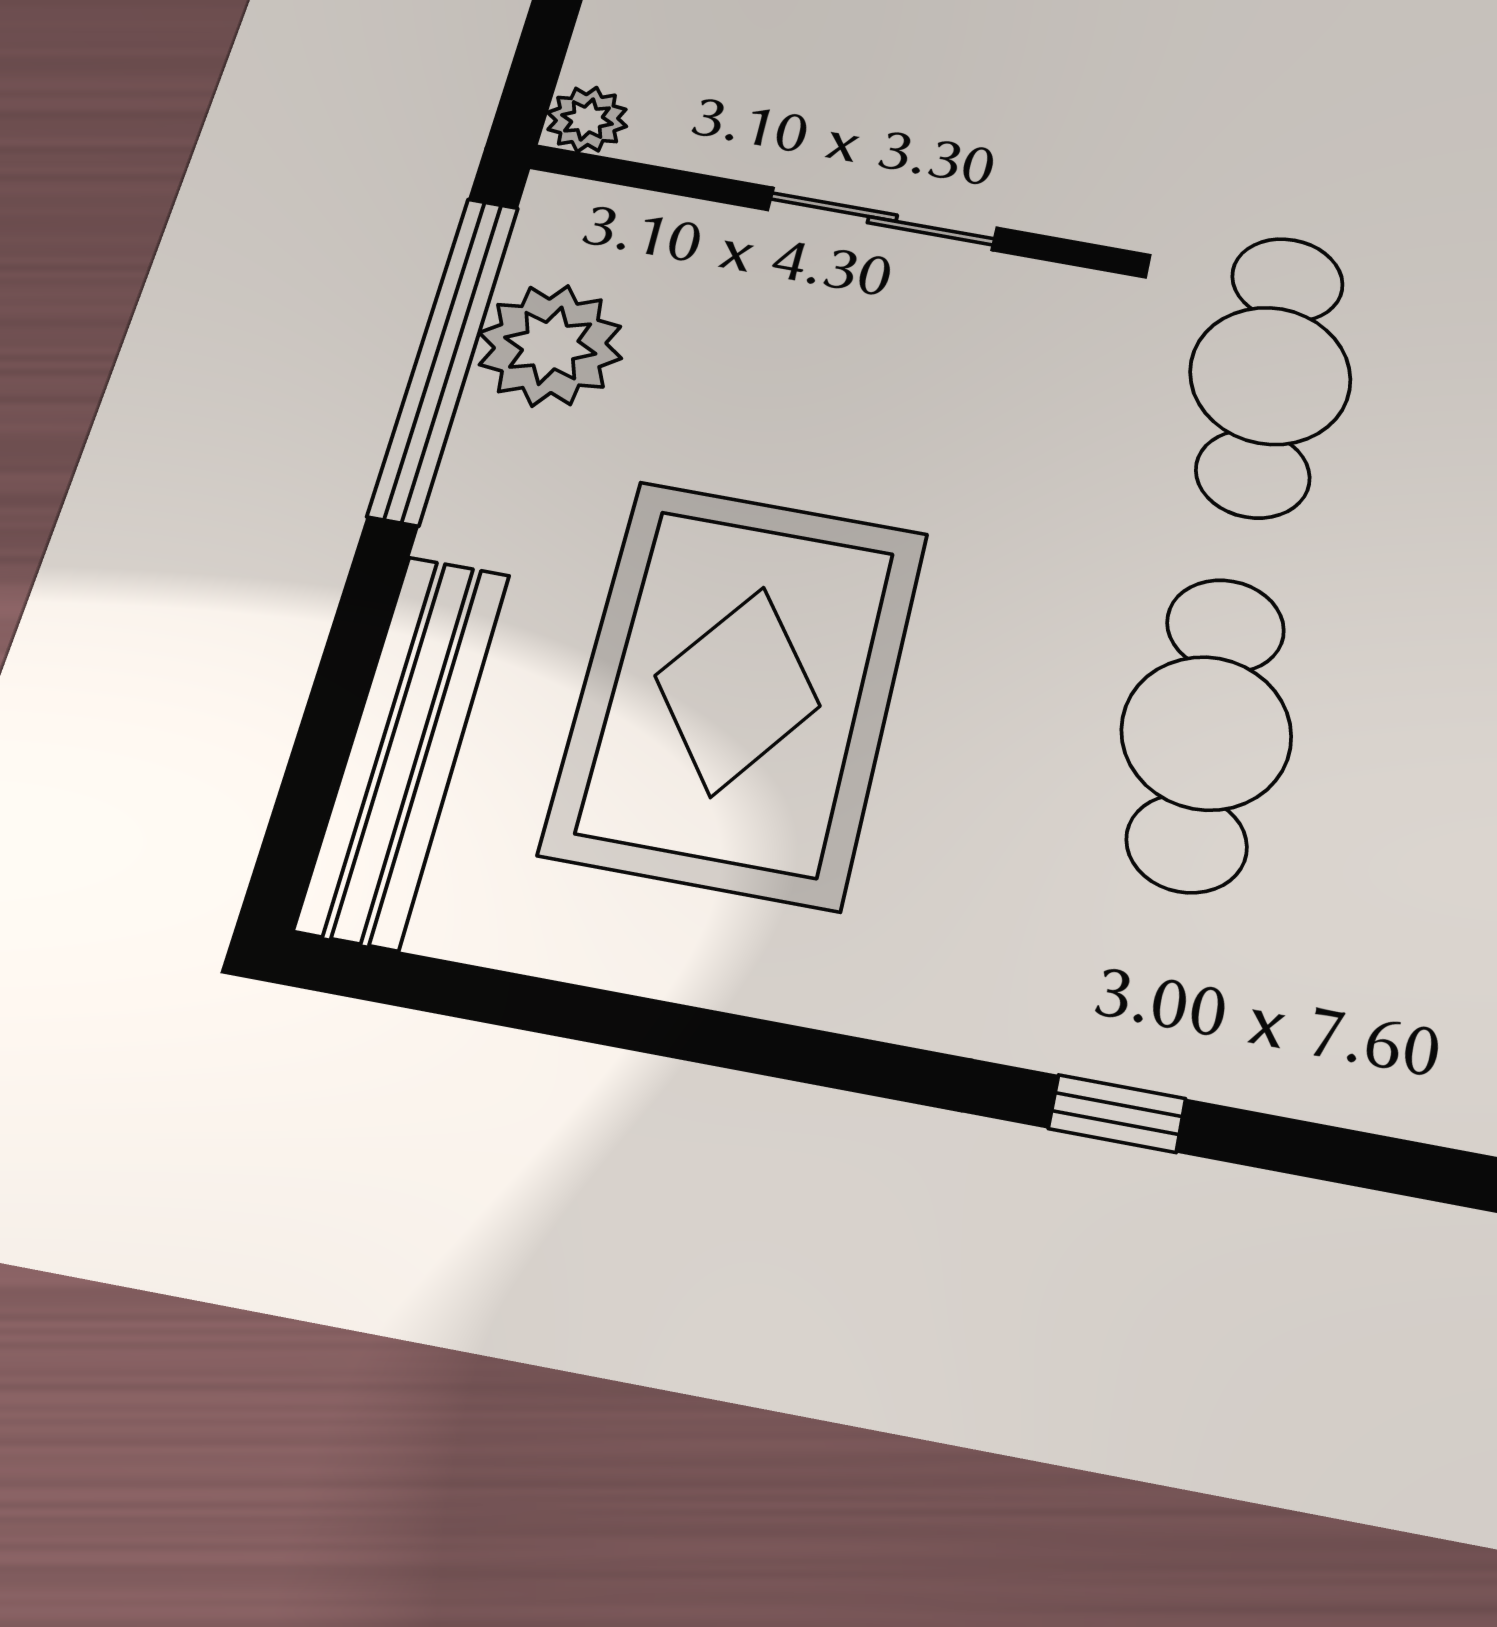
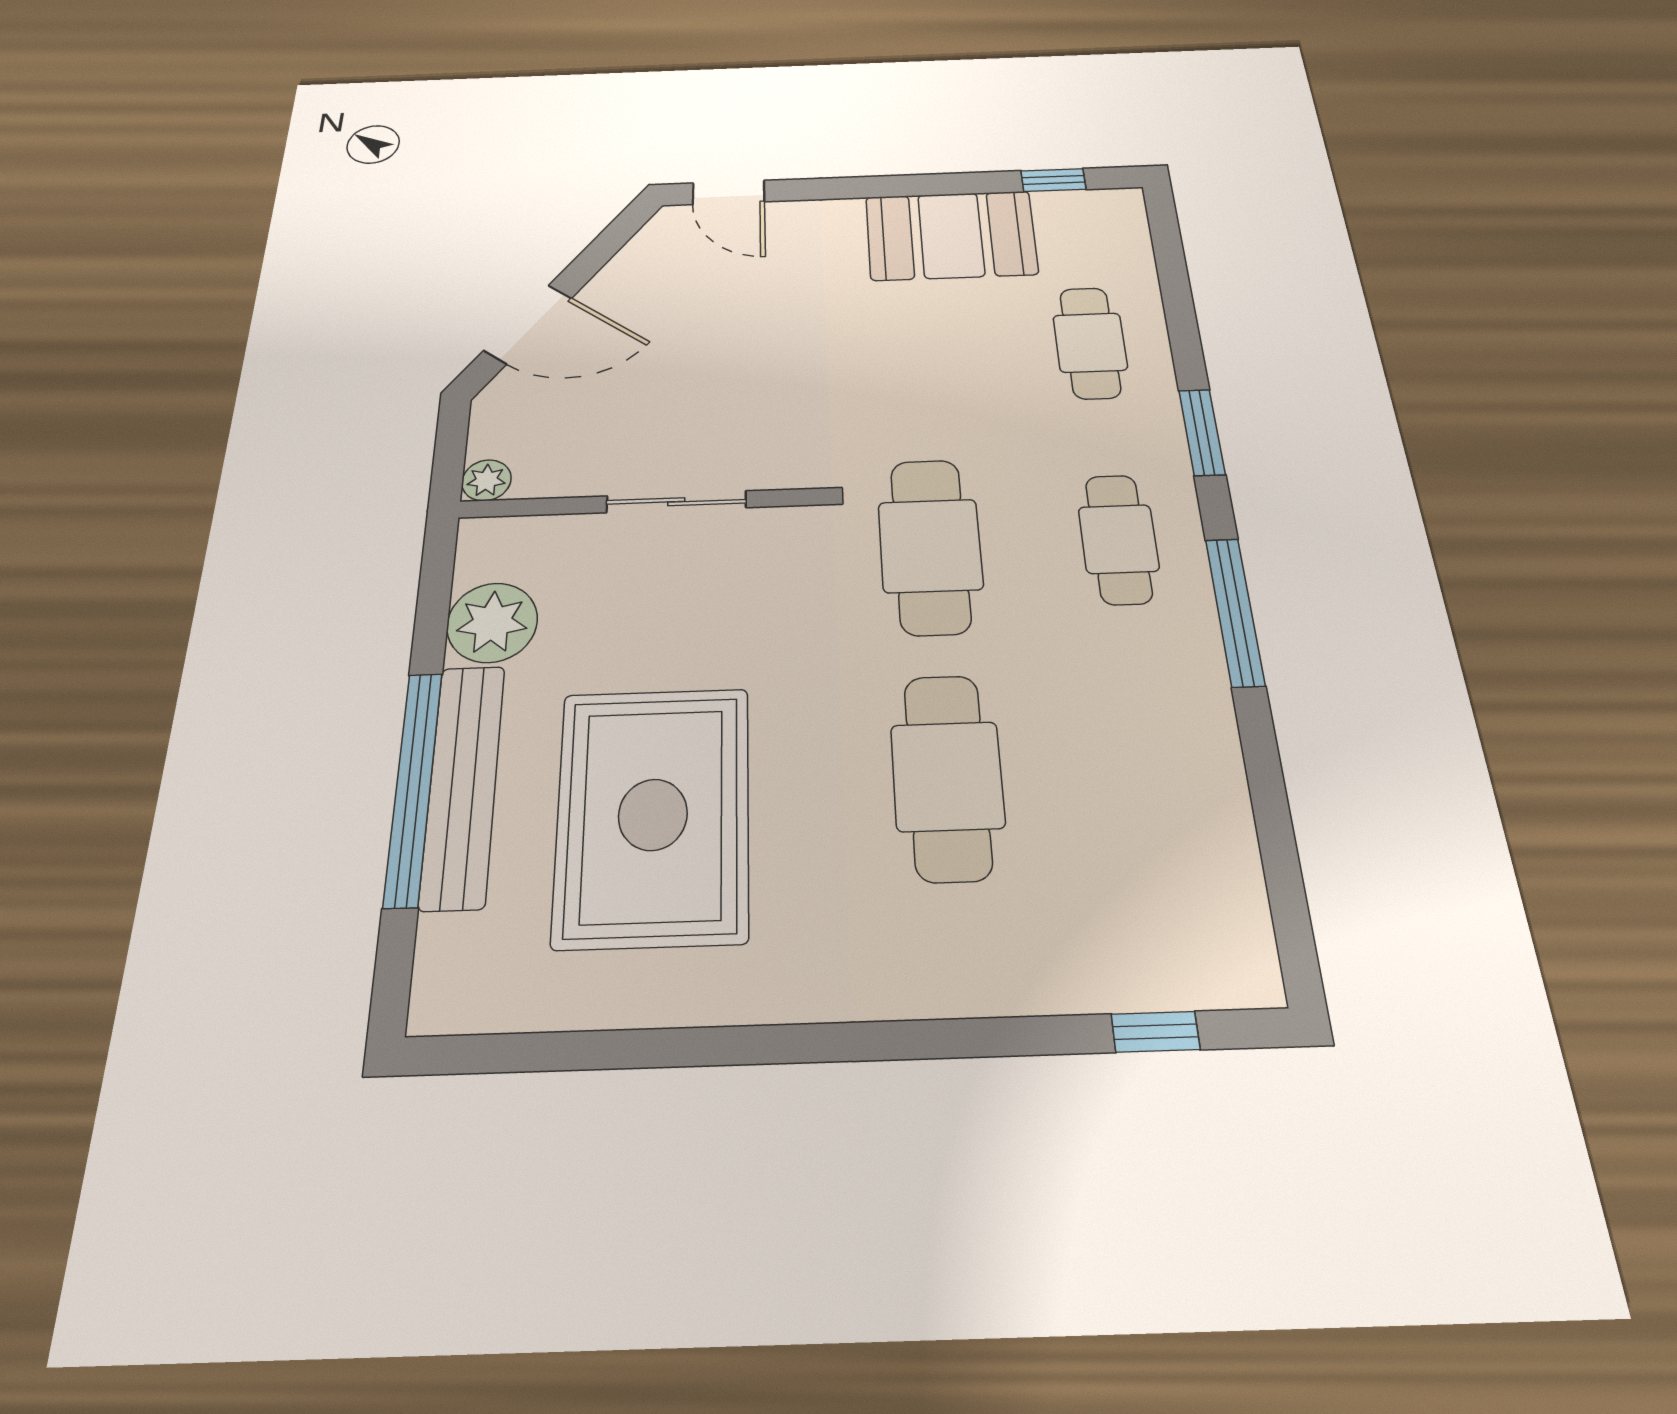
window: (444, 359) -> (413, 787), moved
bench: (404, 749) -> (463, 784), moved
window: (1117, 1114) -> (1155, 1032), moved

